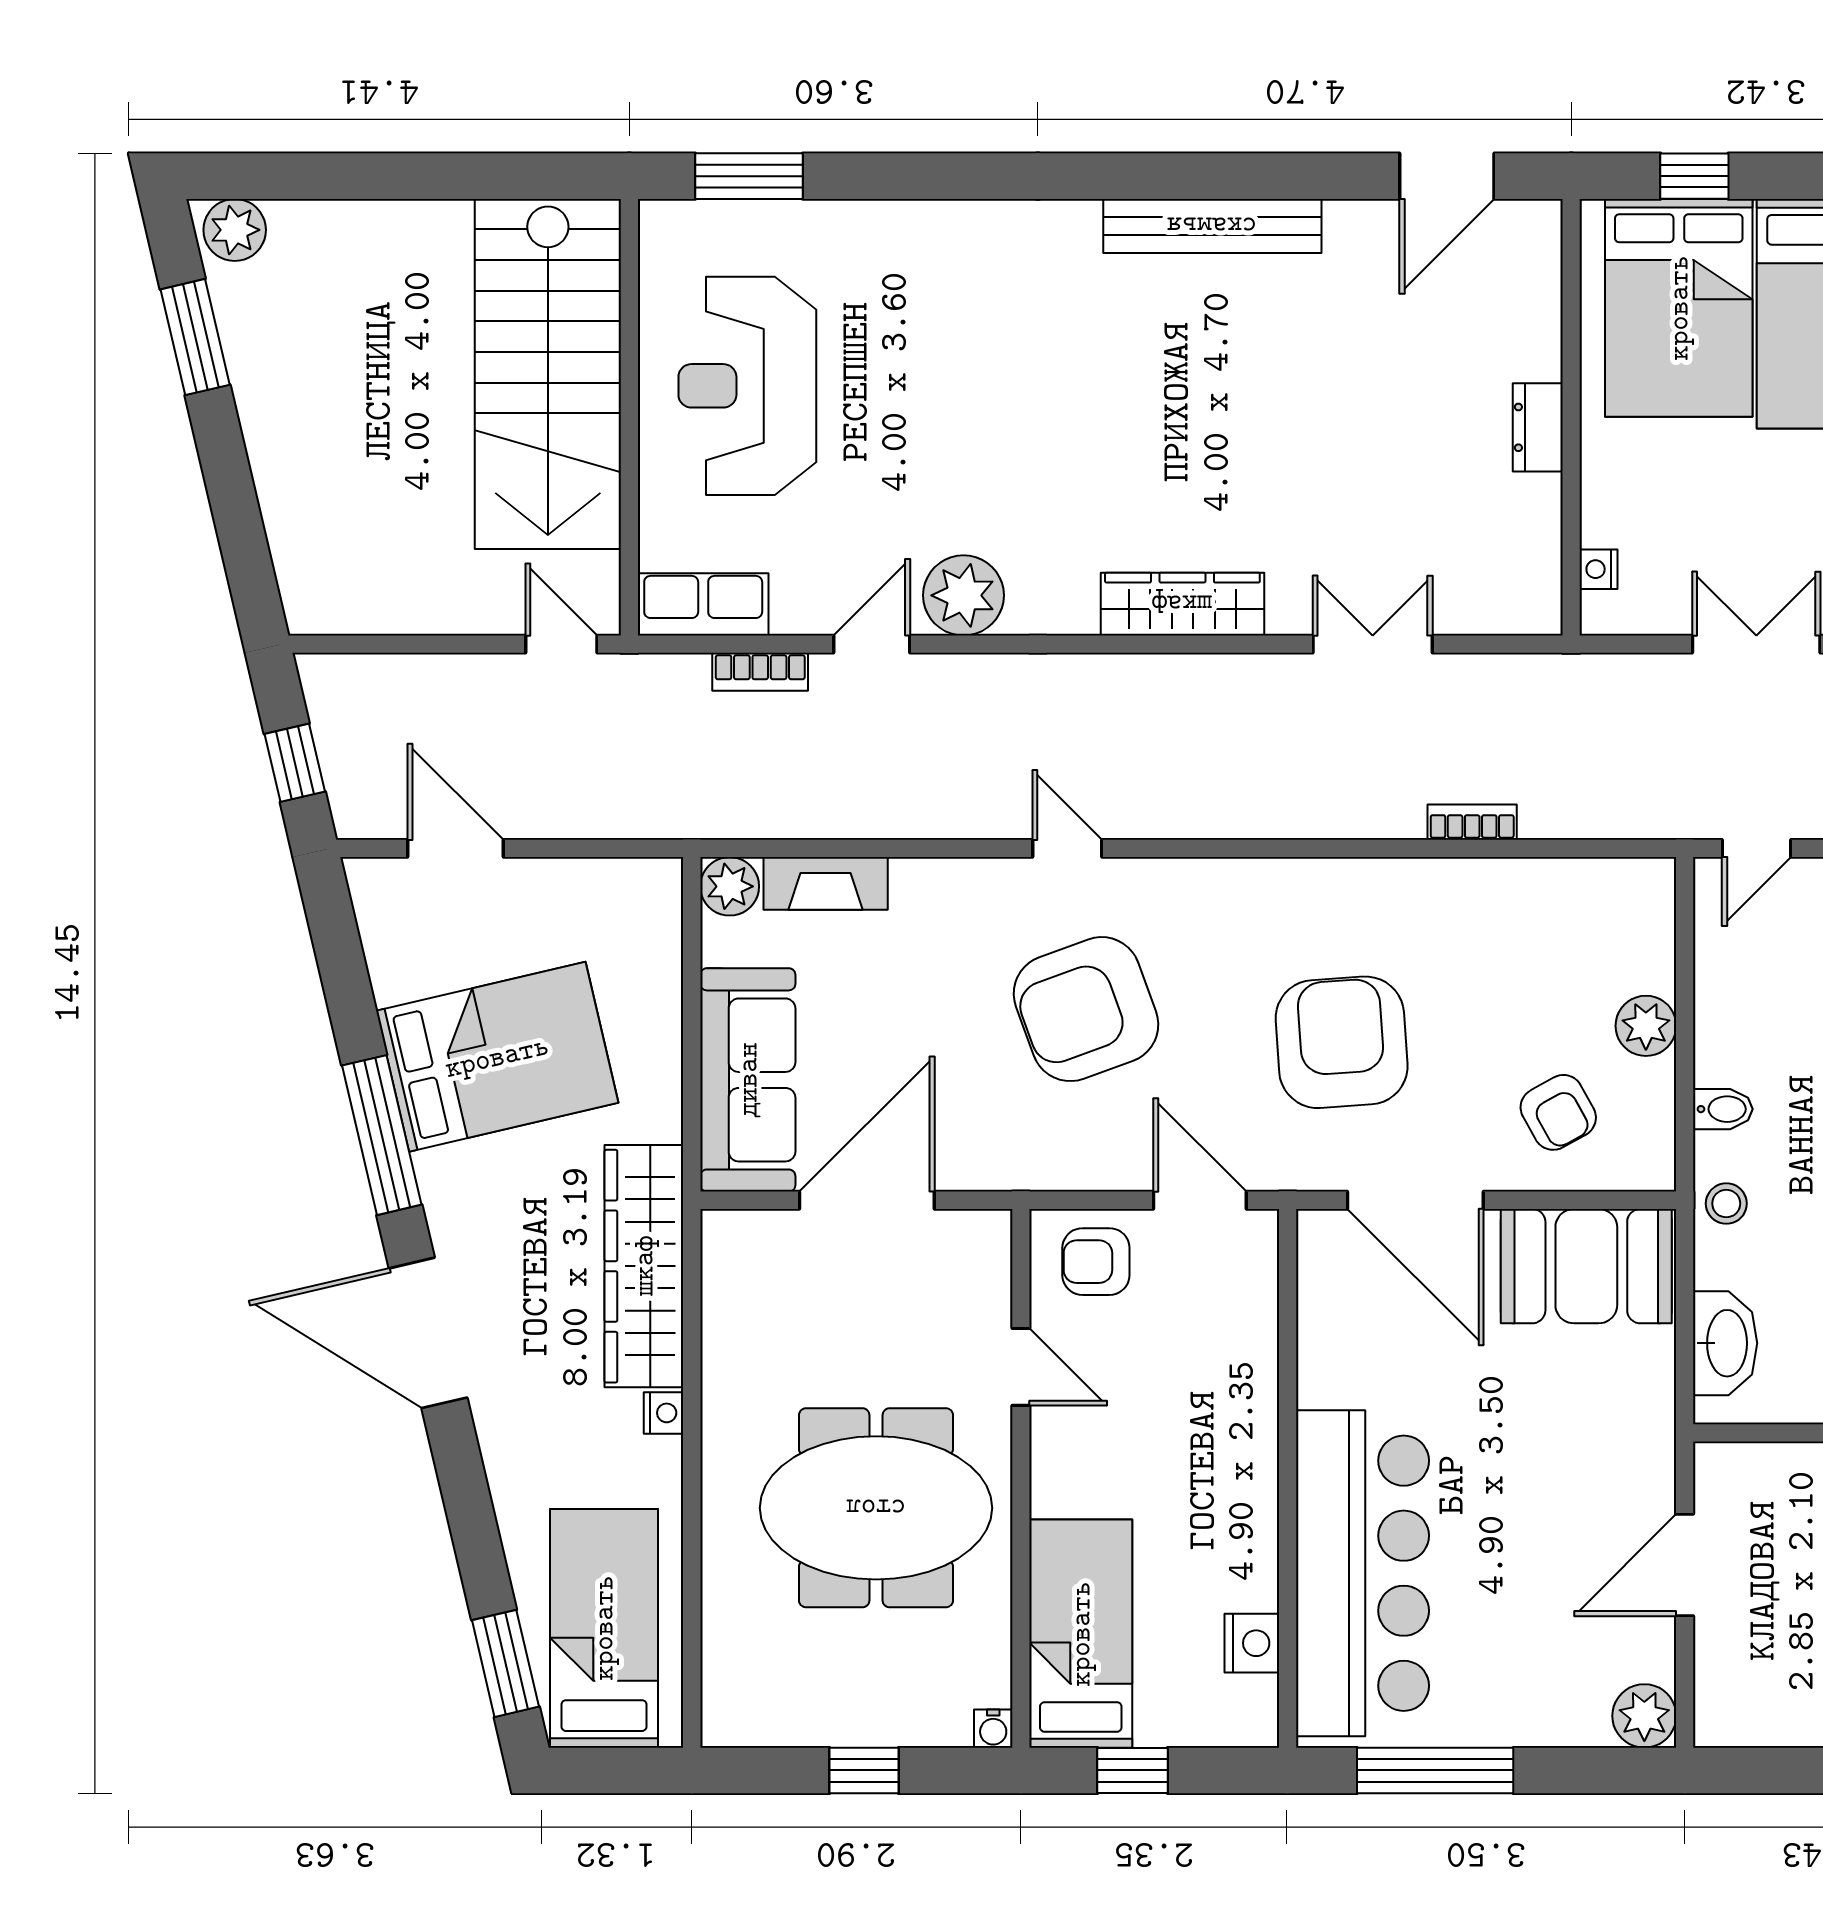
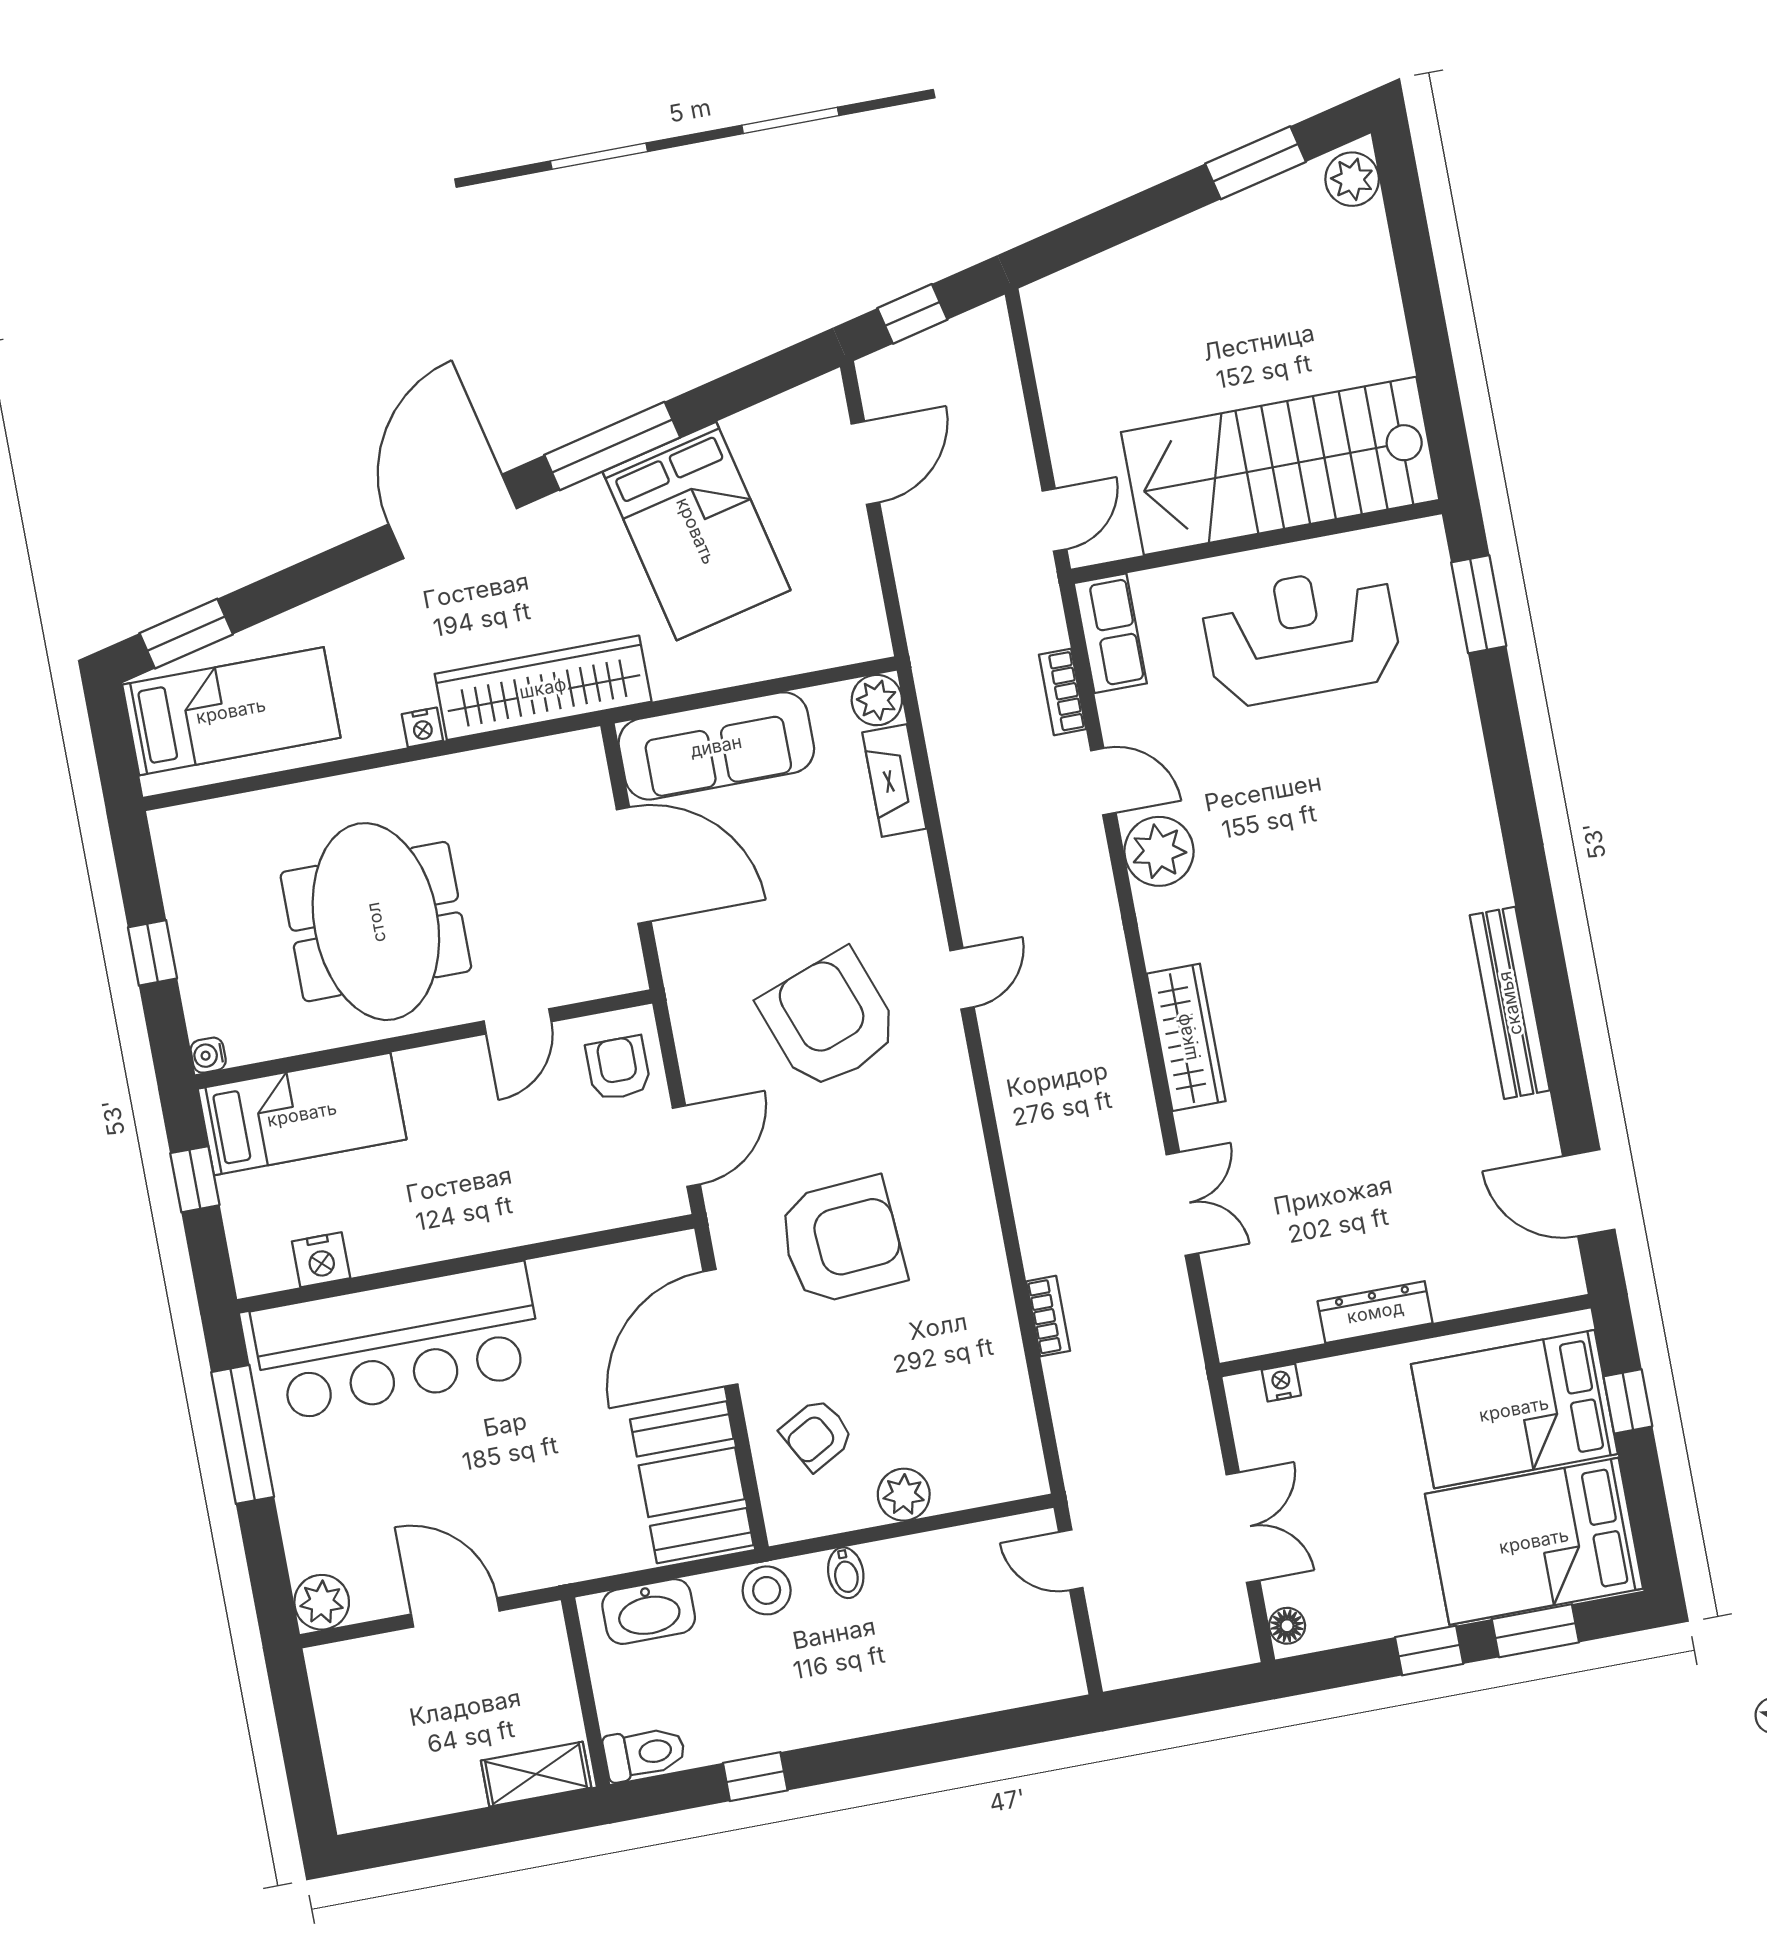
dresser: (1538, 427) -> (1375, 1312), width x1.44
stool: (1726, 1204) -> (767, 1590), width x1.37, depth x1.37

